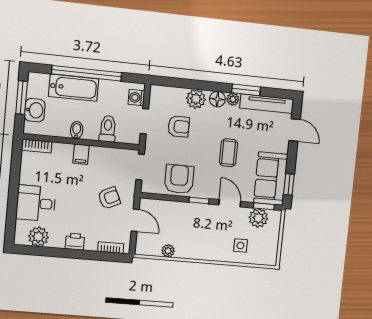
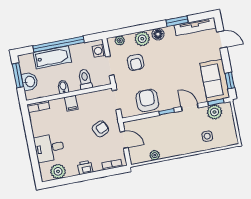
plant: (233, 99) -> (120, 40), moved
armchair: (179, 126) -> (136, 62), turned 90
coffee table: (228, 153) -> (178, 71), removed

